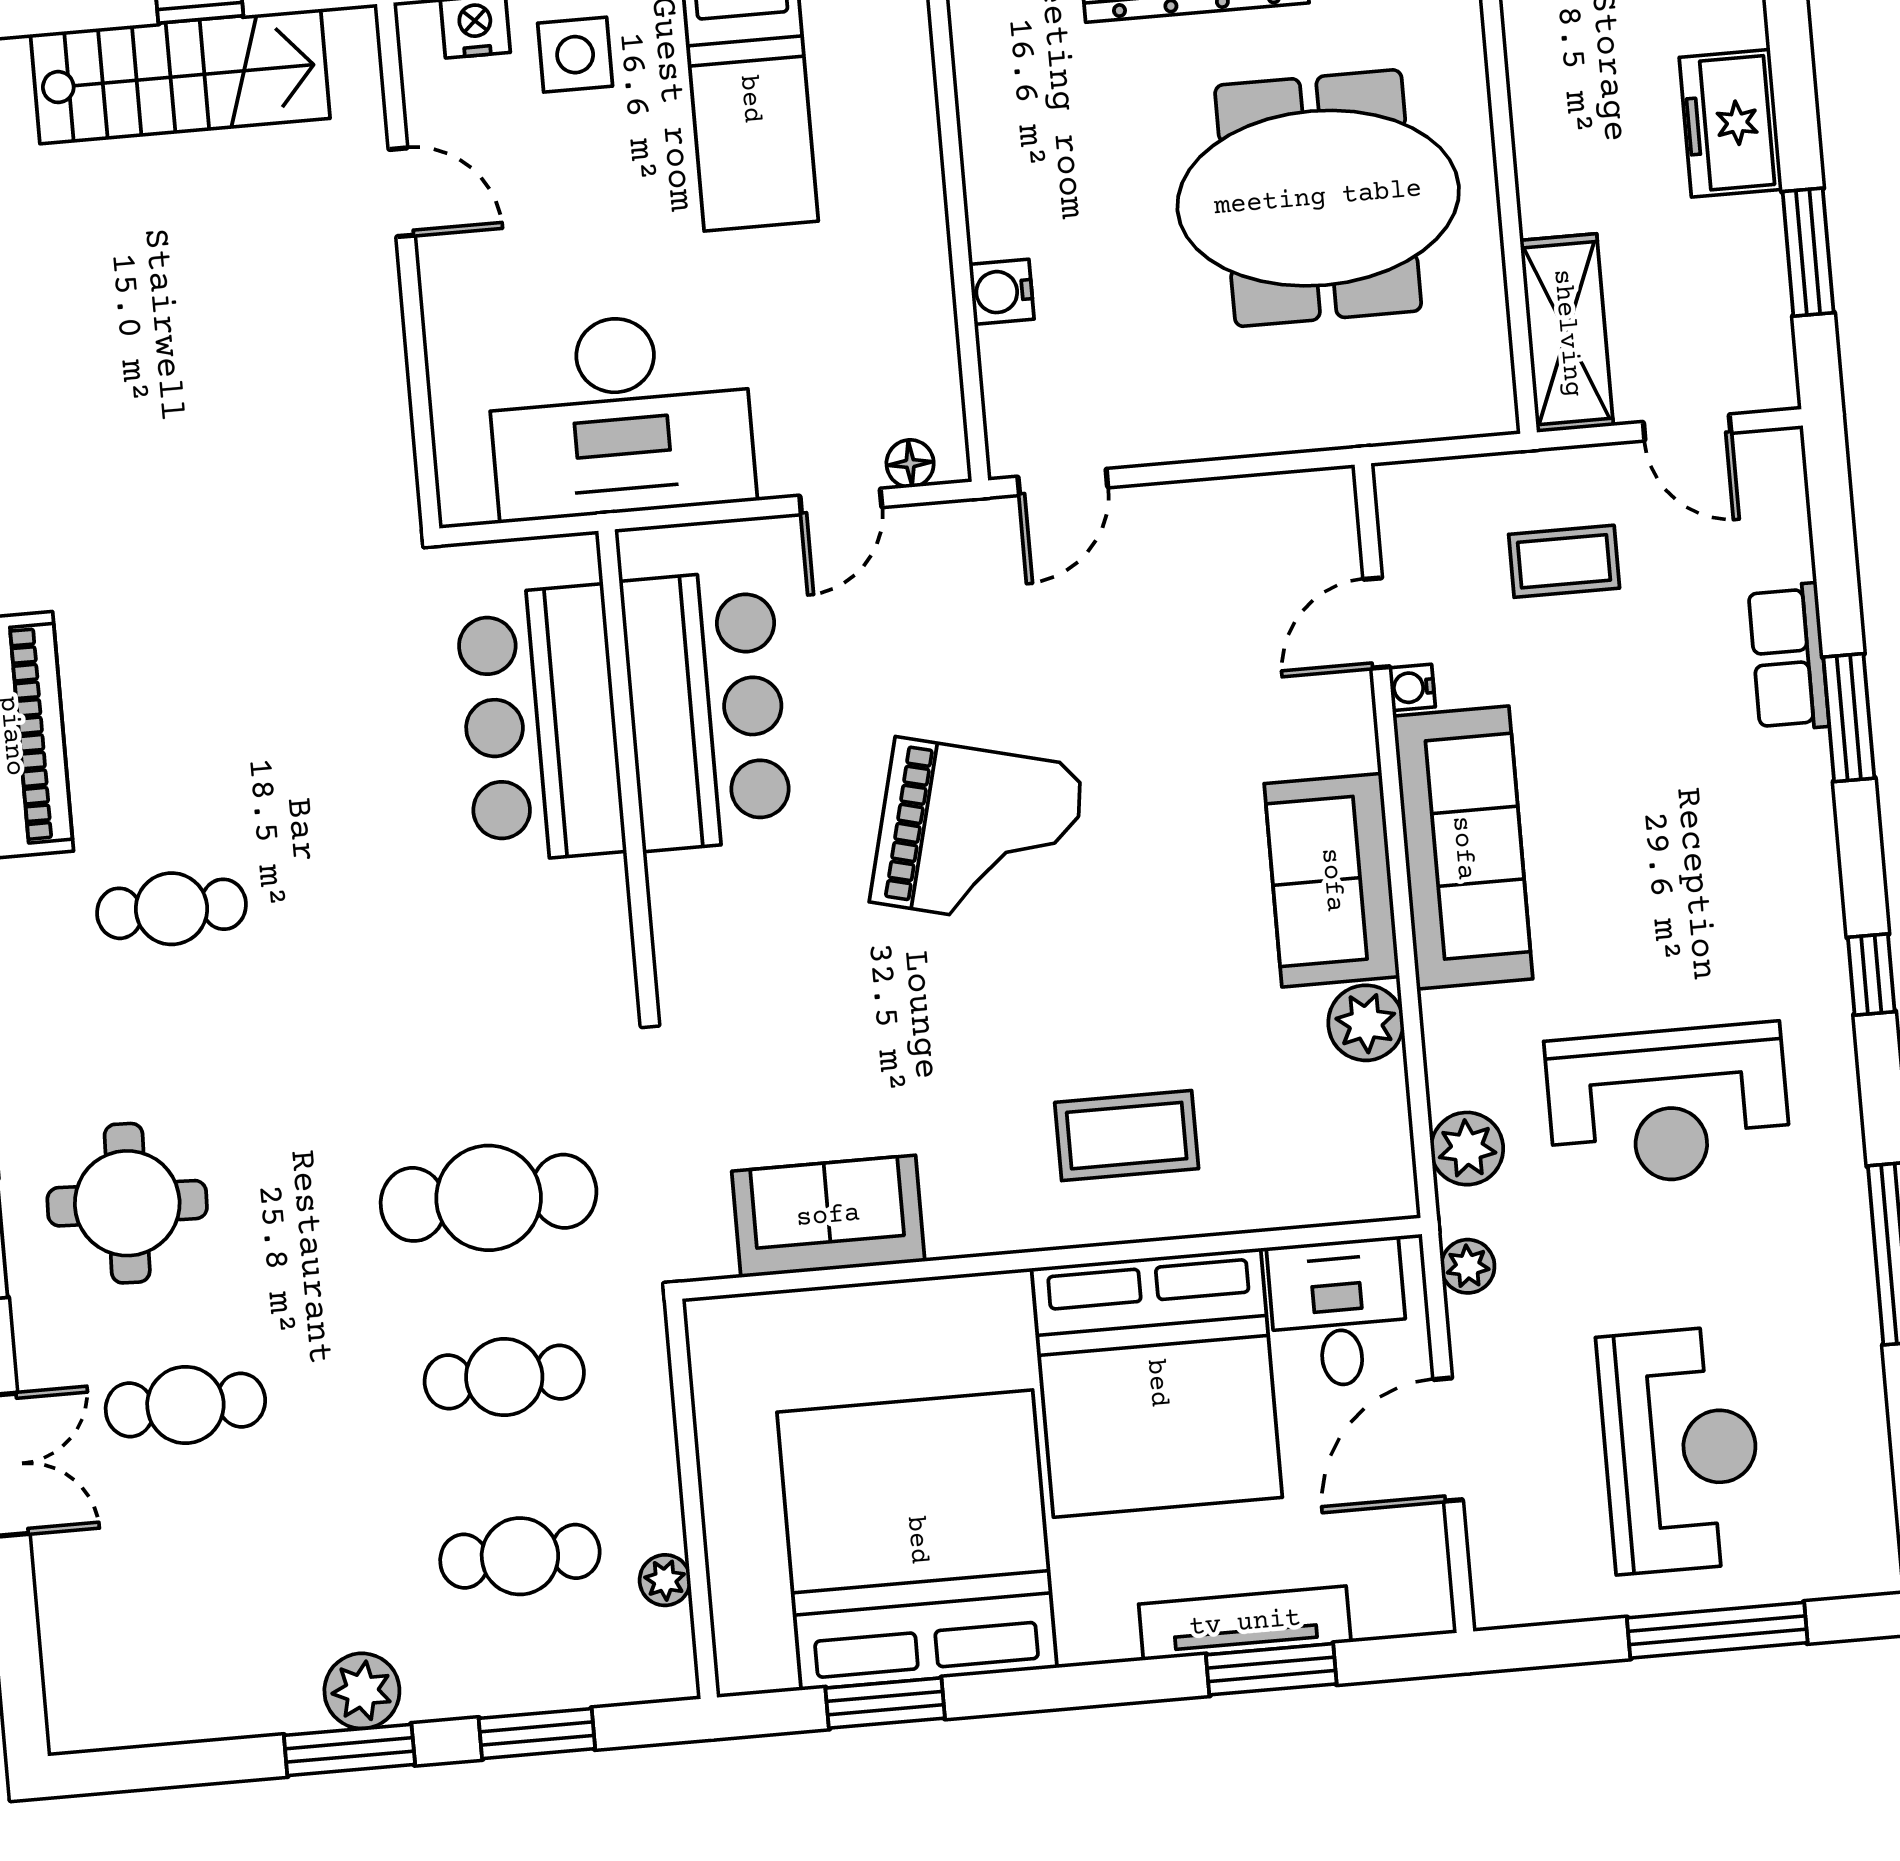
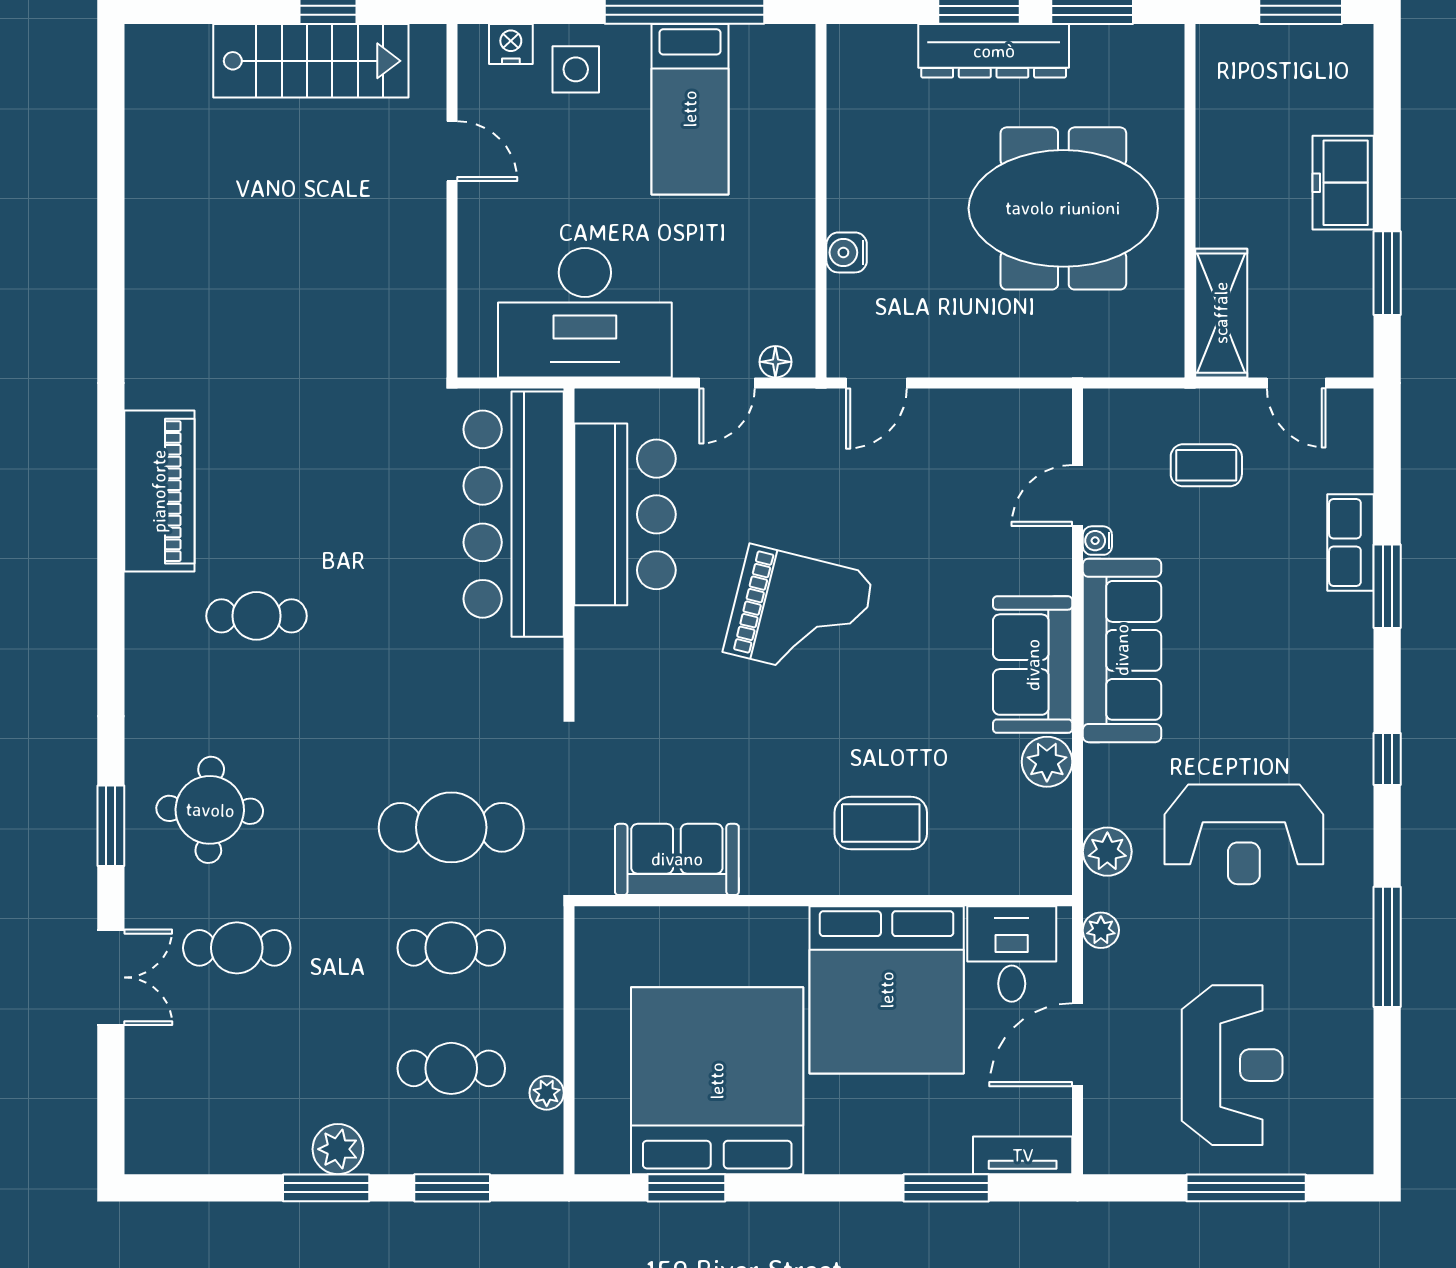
bar counter: (541, 724) -> (514, 514), width x1.36
tv unit: (1245, 1623) -> (1023, 1155), moved, width x0.71

